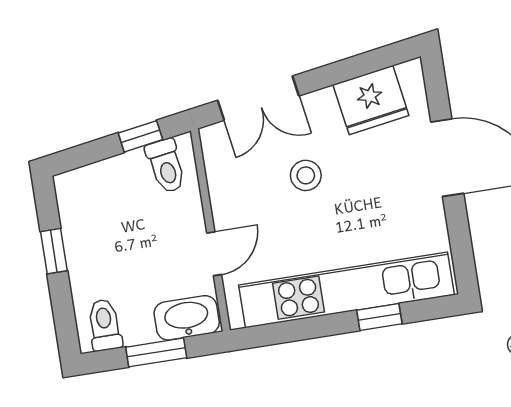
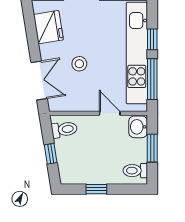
window: (140, 136) -> (51, 154), moved
washbasin: (187, 318) -> (138, 127), width x0.72
window: (298, 330) -> (152, 79), added

